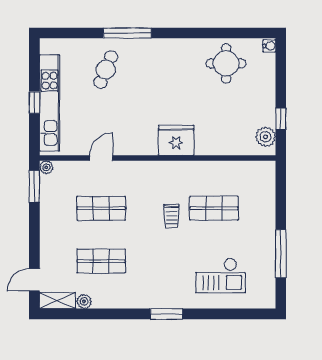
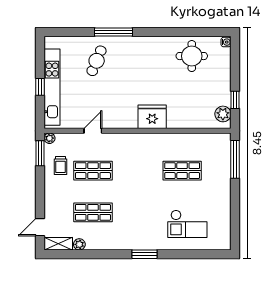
trolley: (171, 216) -> (61, 166), moved
window: (281, 254) -> (235, 159), moved

